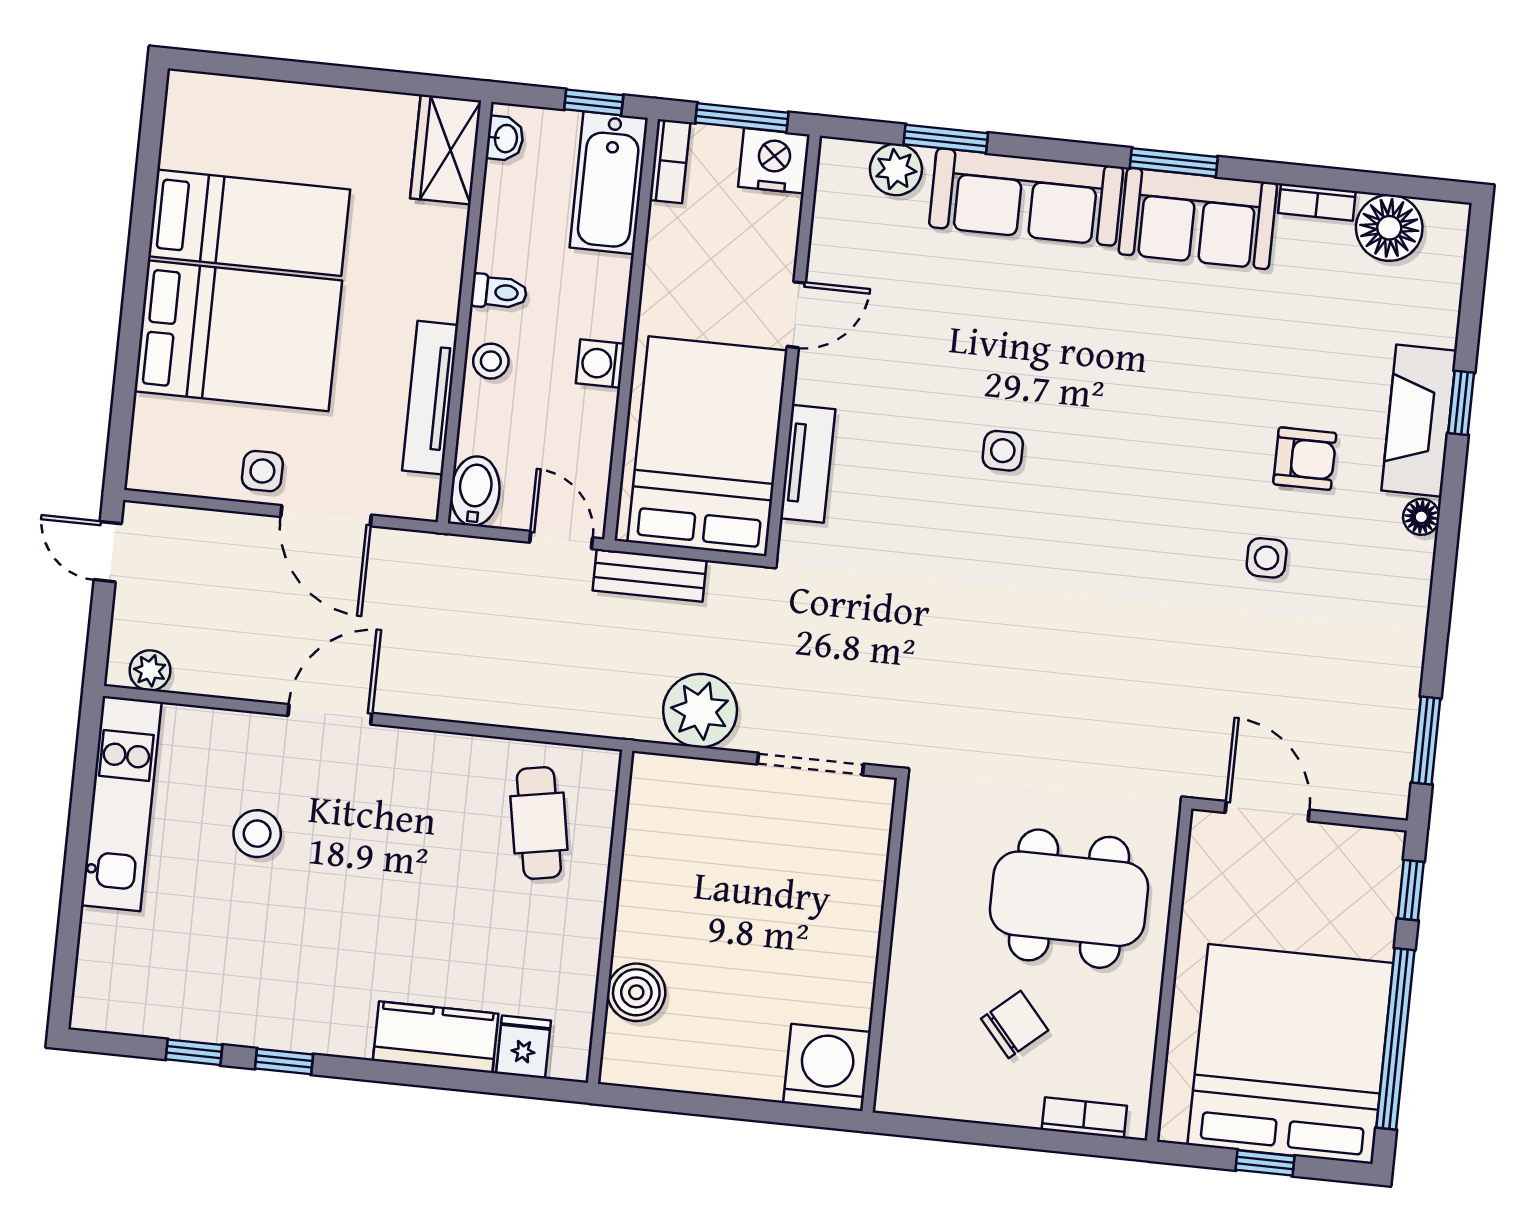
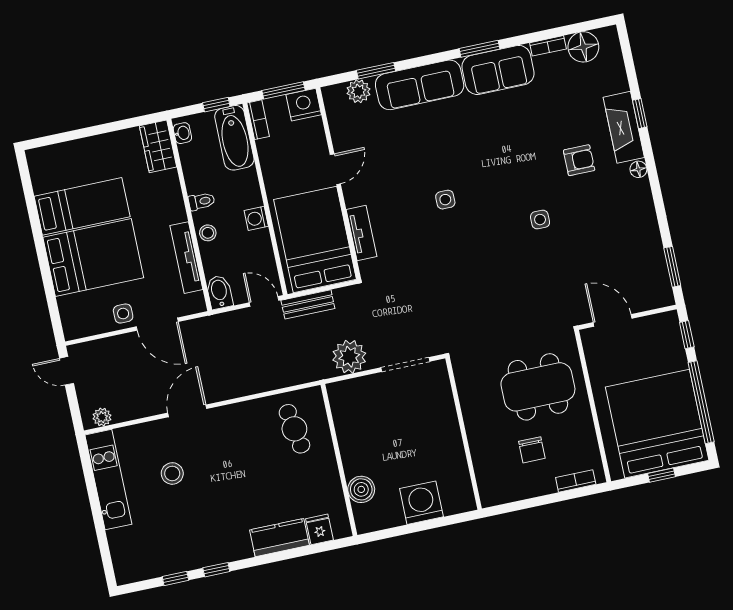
side table: (1267, 558) -> (540, 220), moved
chair: (1015, 1024) -> (532, 450), turned 131
washing machine: (827, 1068) -> (421, 503), moved

